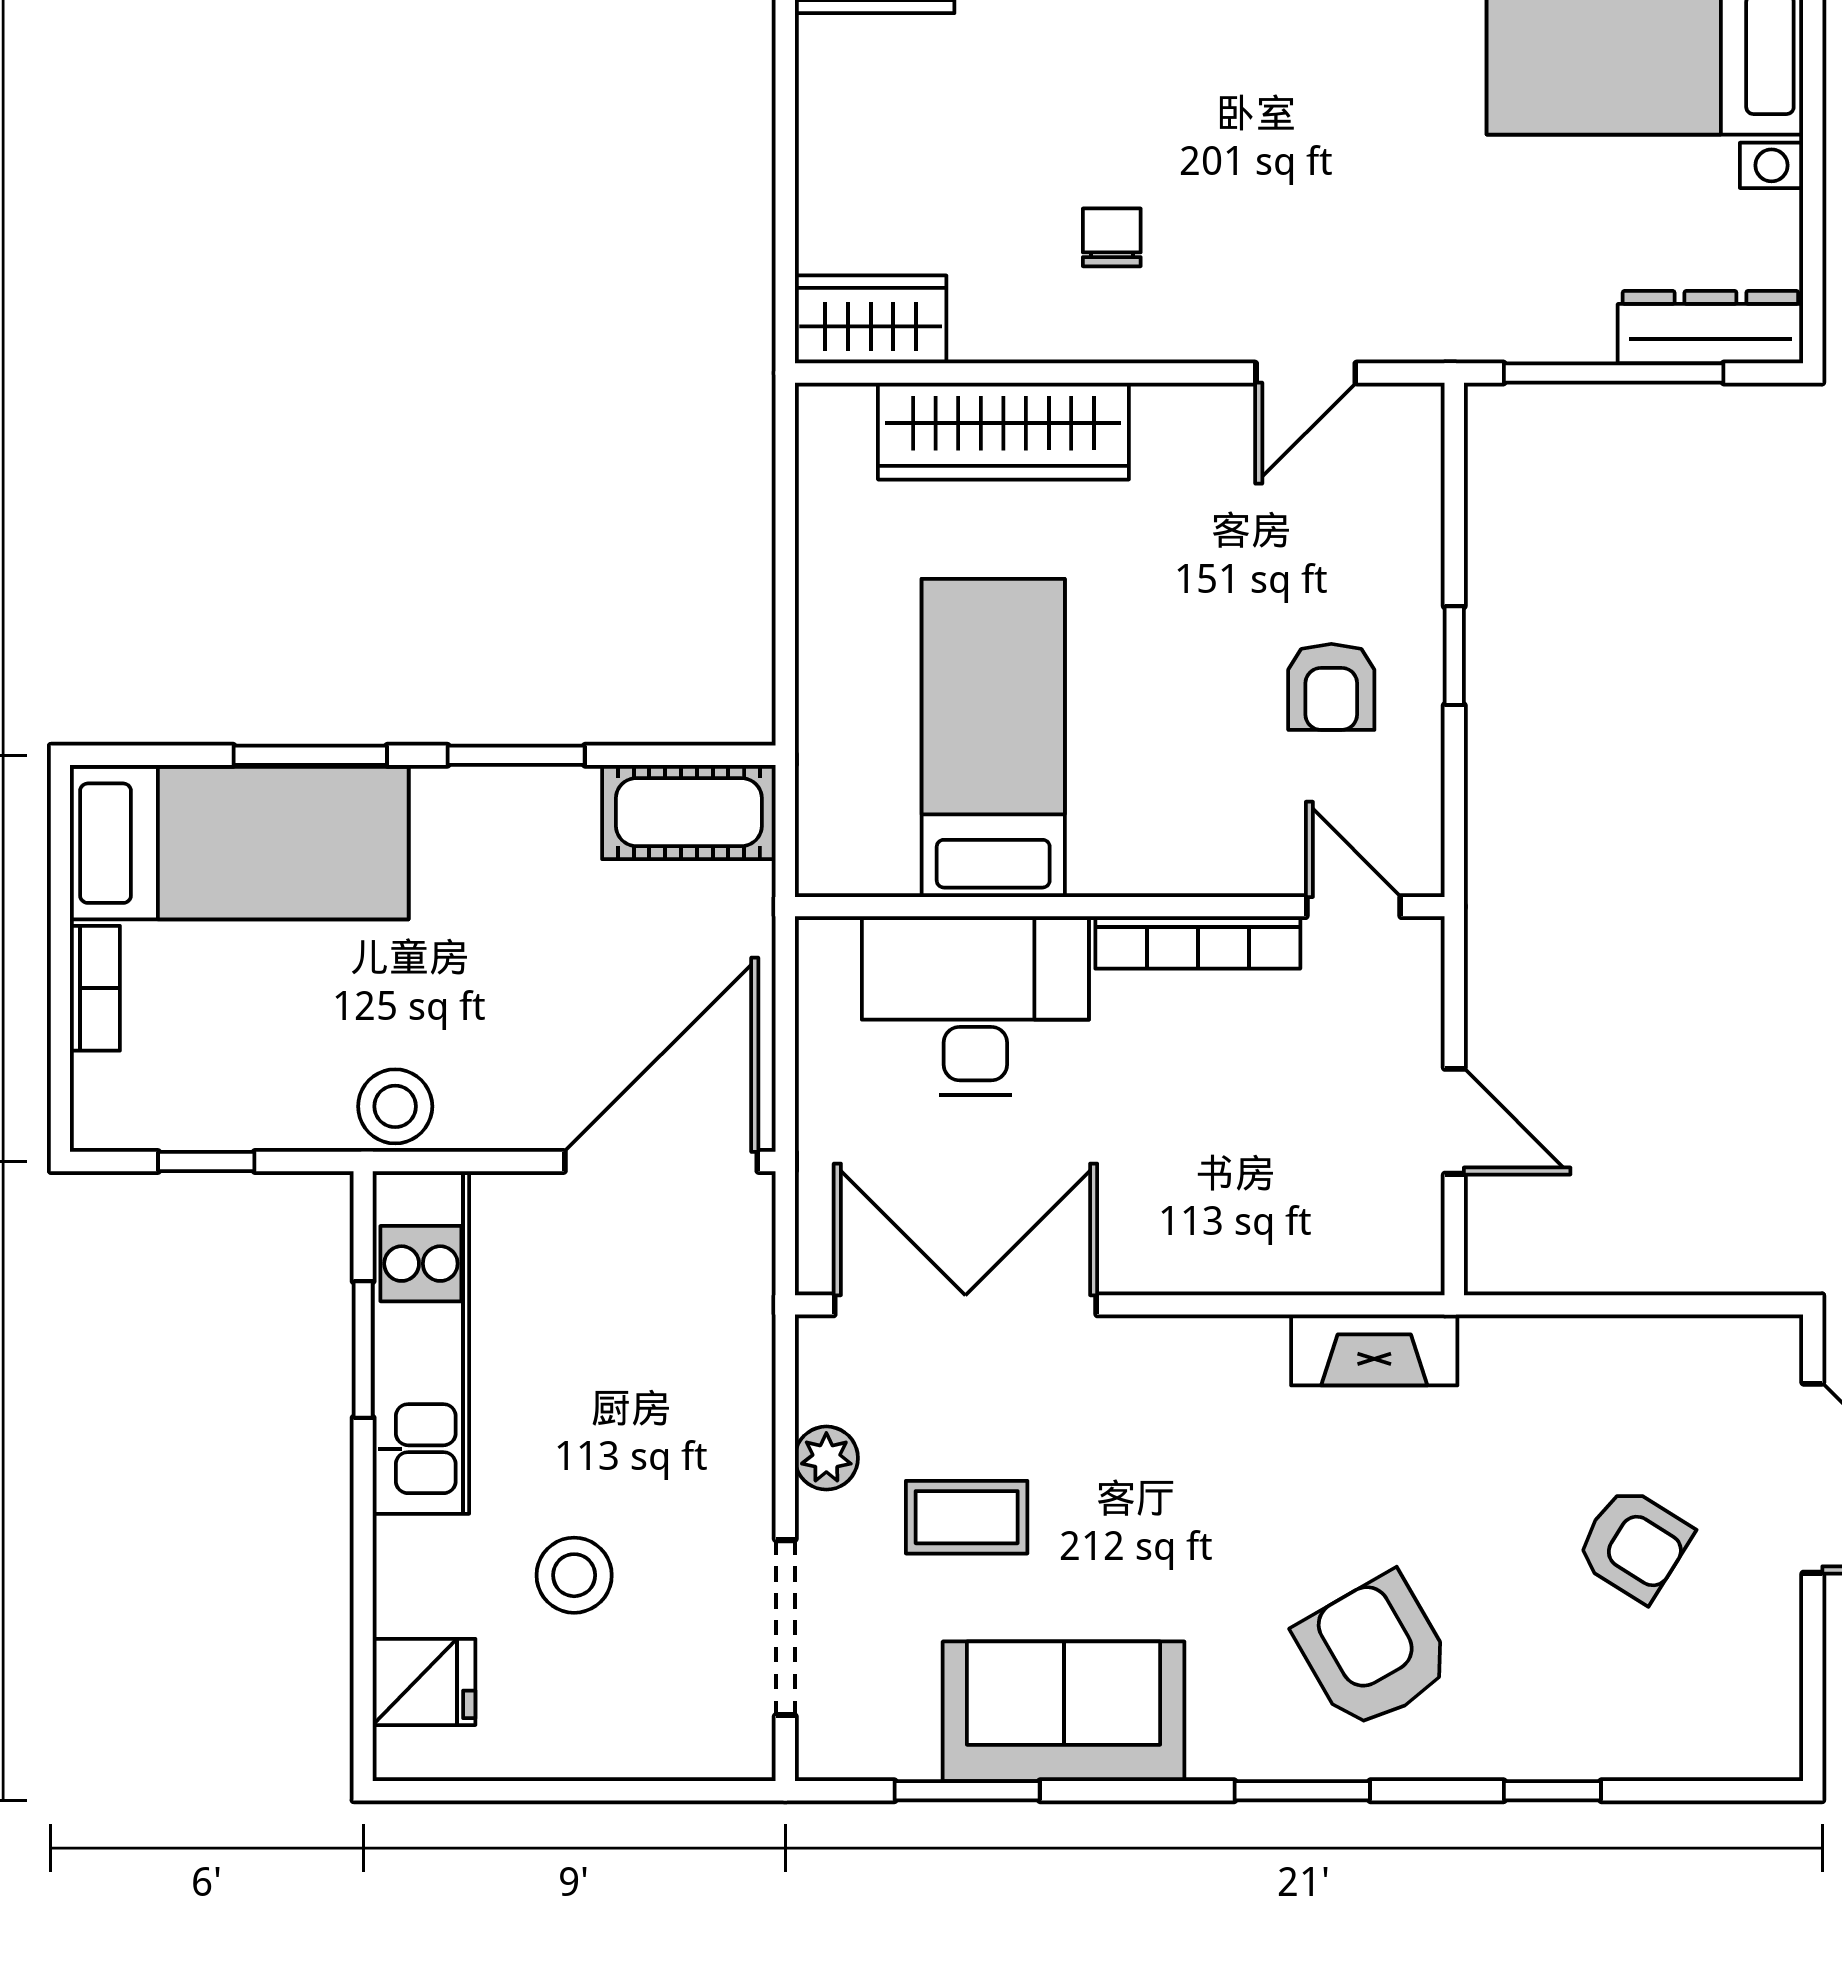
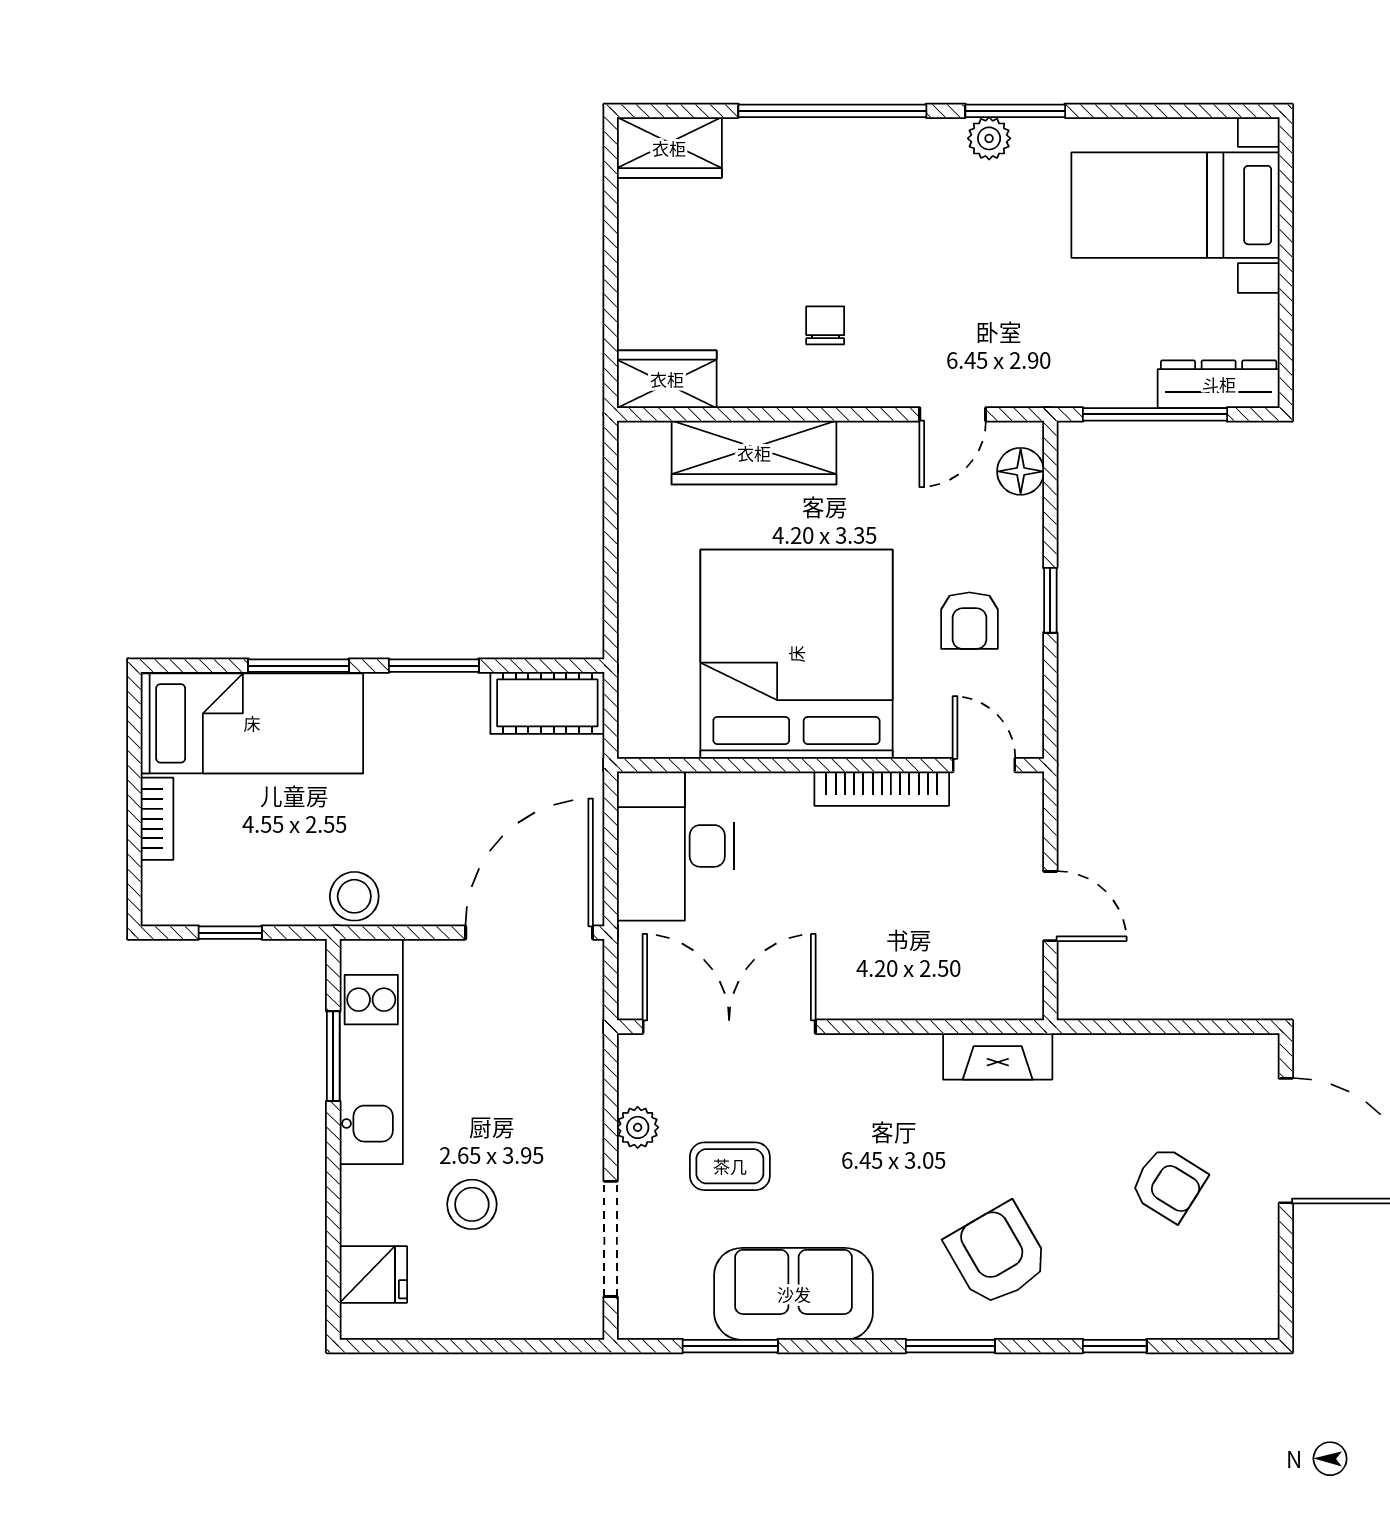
floor lamp: (1409, 460) -> (1021, 471), added
bed: (993, 738) -> (796, 654), width x2.04
desk: (975, 1005) -> (676, 846), moved, turned -90

